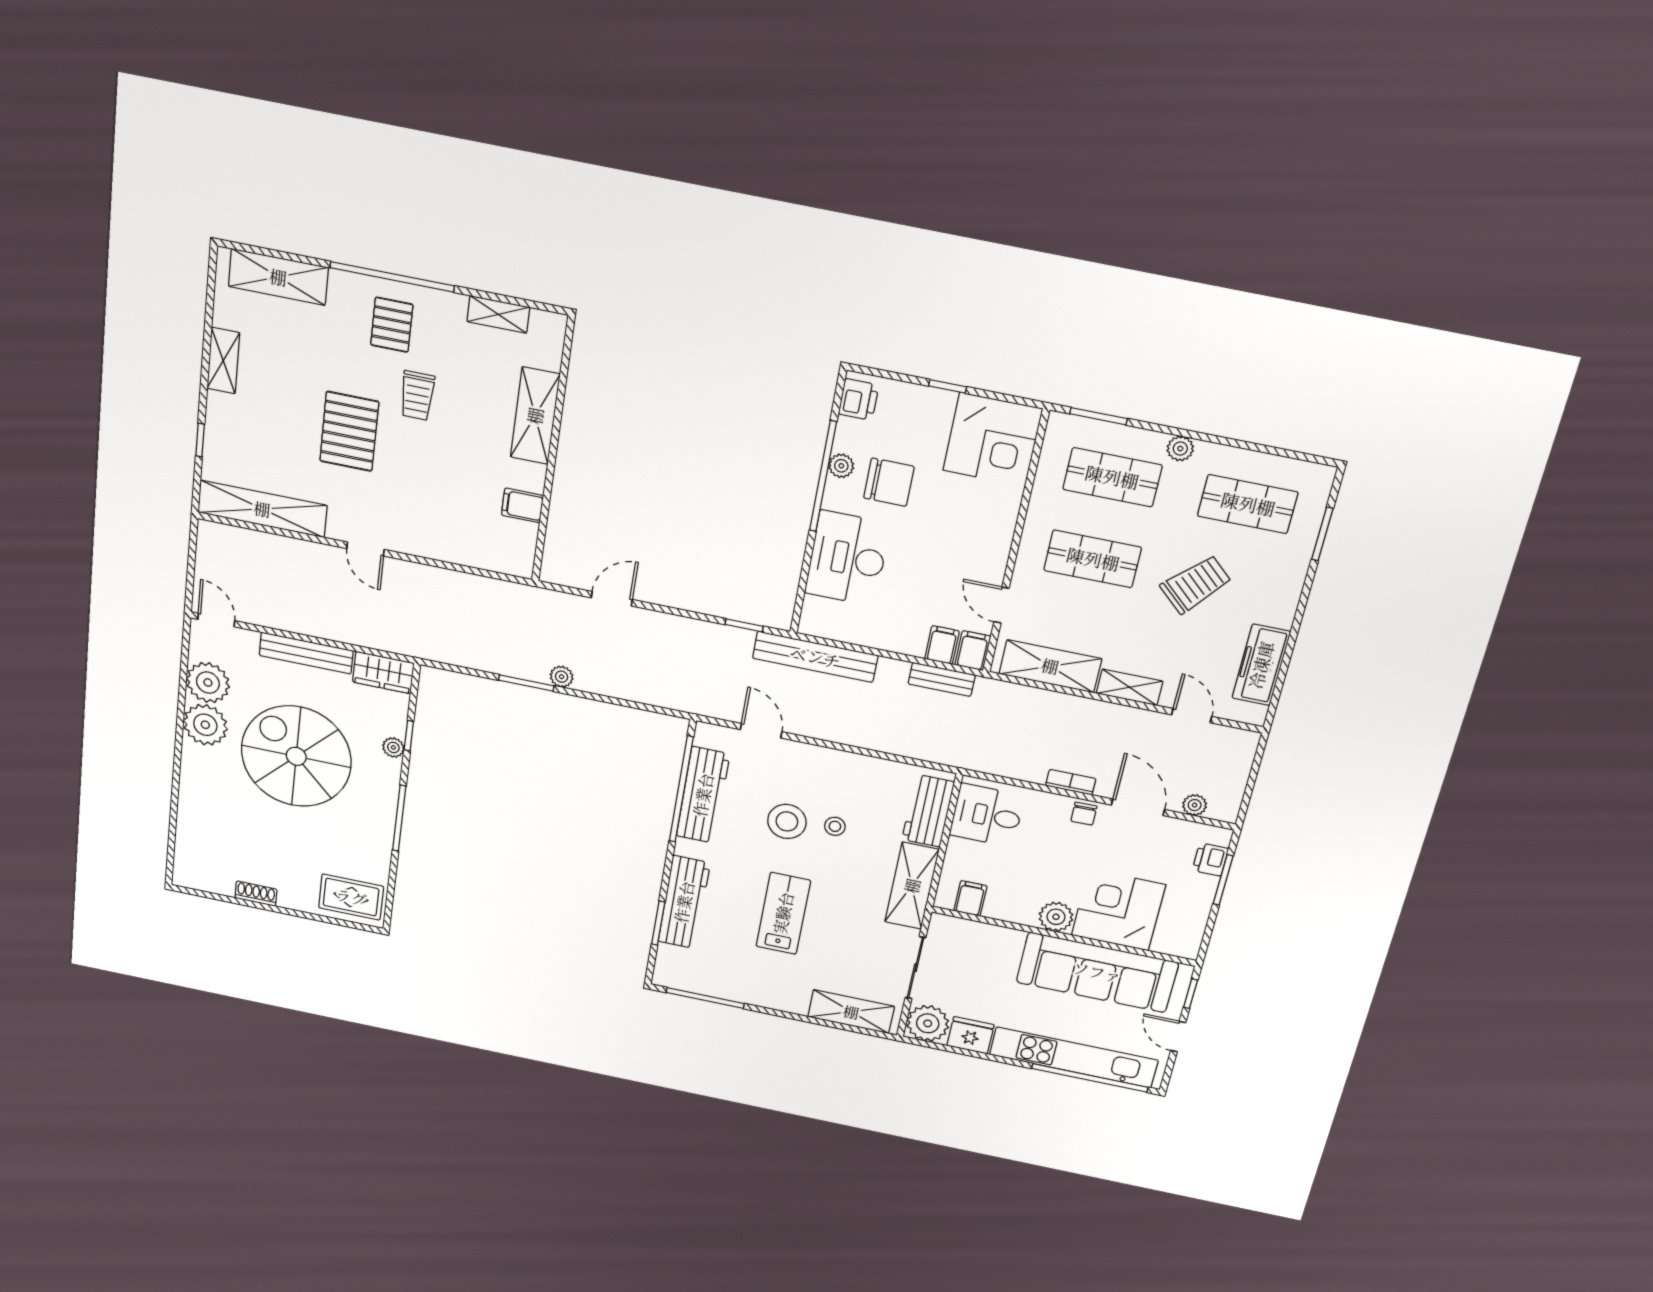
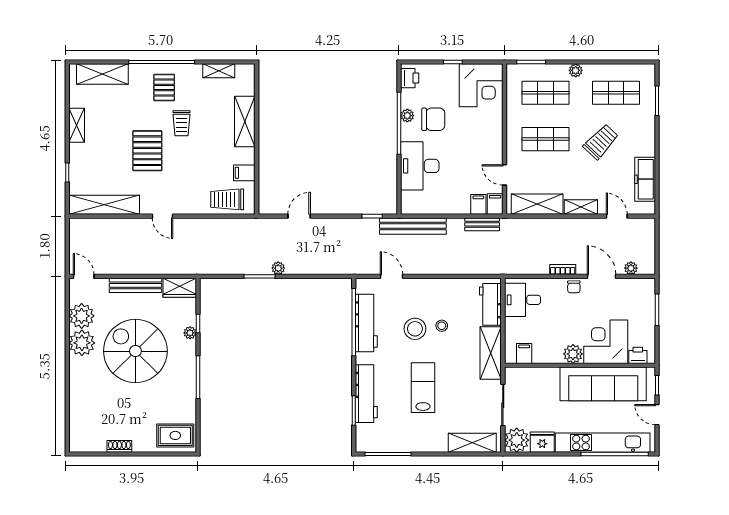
trolley: (485, 544) -> (227, 199), added
printer: (1210, 859) -> (638, 355), moved, turned 90

